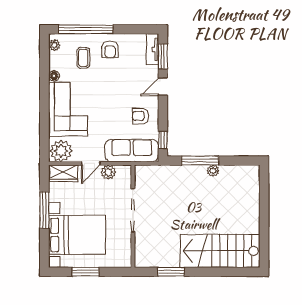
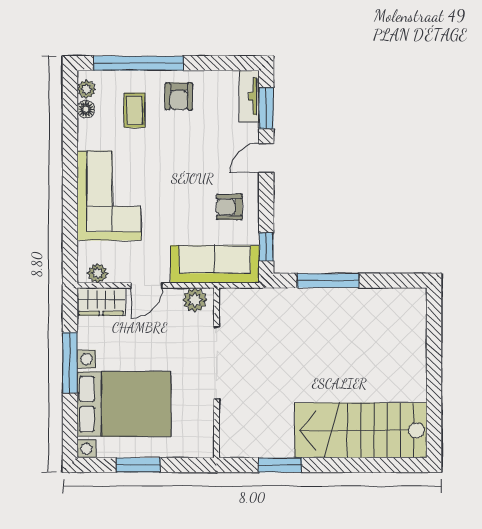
floor lamp: (54, 76) -> (86, 109), moved
plant: (61, 151) -> (98, 273), width x0.53, depth x0.53
plant: (213, 171) -> (350, 297), removed
plant: (108, 172) -> (195, 300), moved

